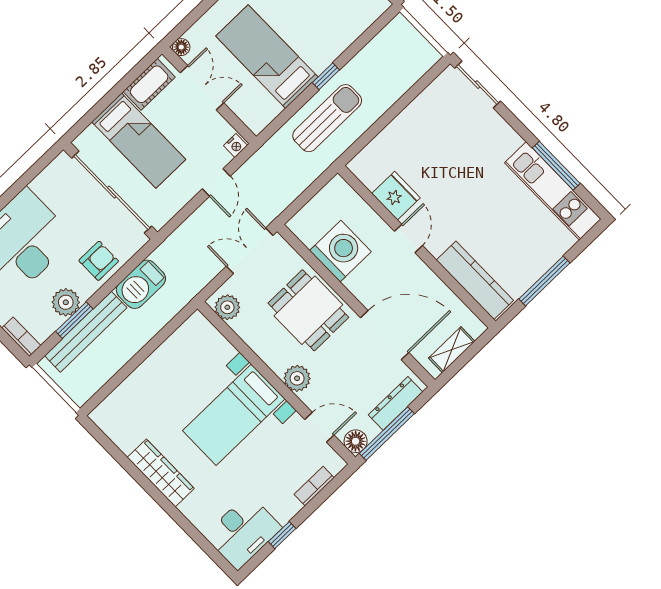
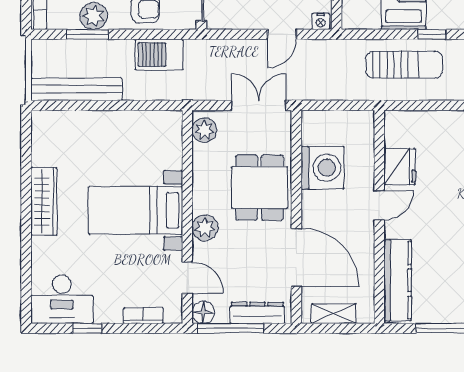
bench: (86, 332) -> (76, 89), moved

